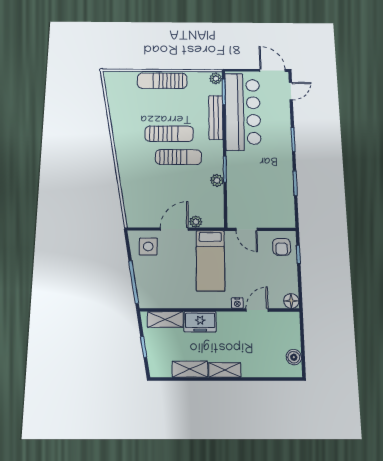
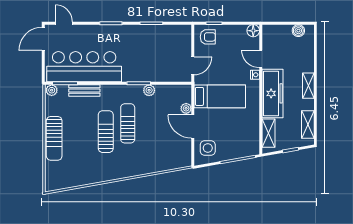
bench: (216, 117) -> (84, 91), width x0.73
freezer: (200, 322) -> (272, 93), width x1.91, depth x1.26
shelving: (190, 369) -> (308, 125), moved

